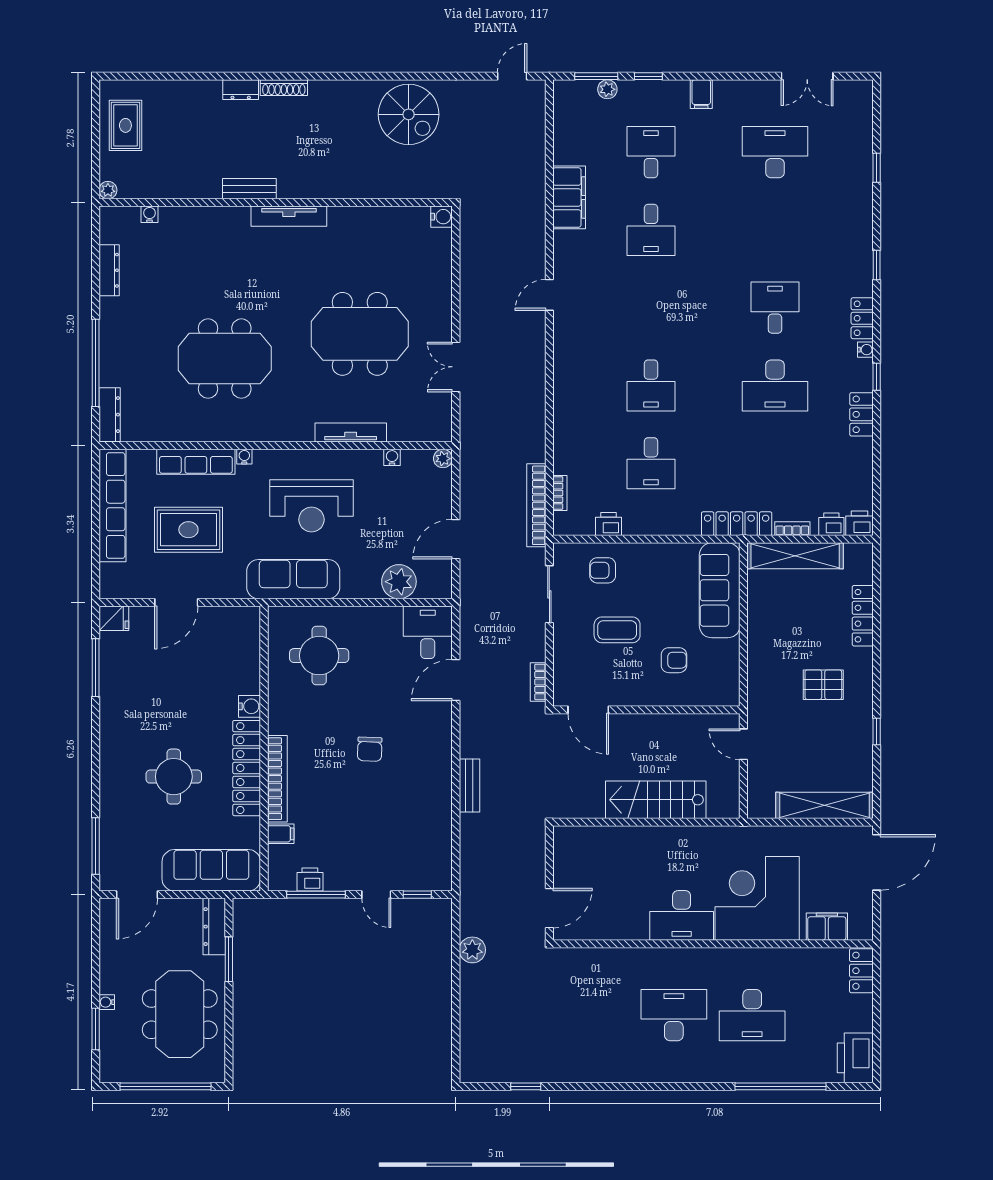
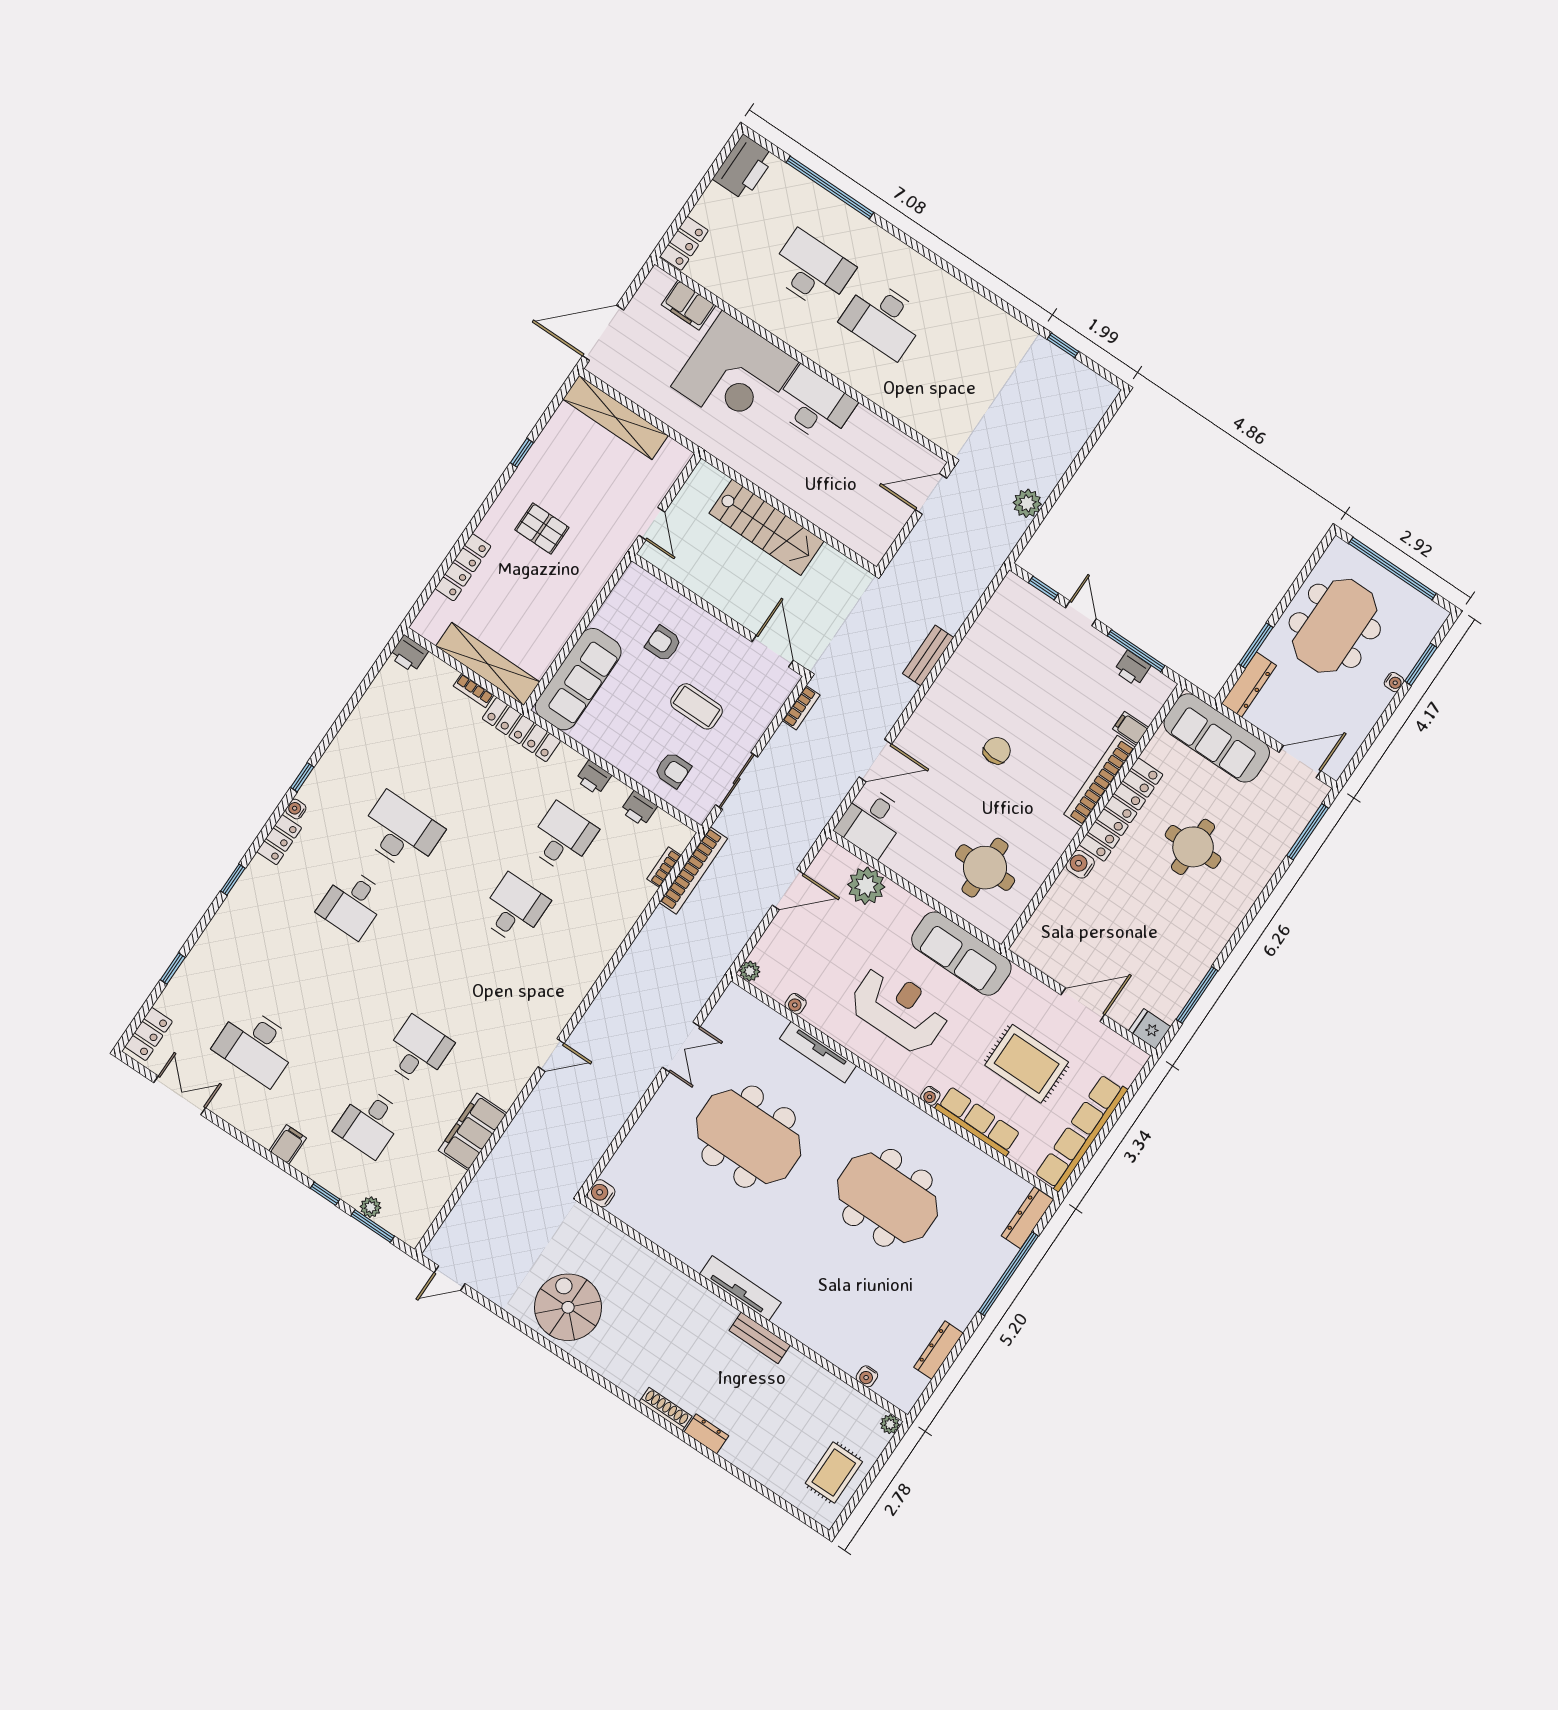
locker: (862, 414) -> (149, 1034), moved
printer: (831, 524) -> (594, 778), moved

